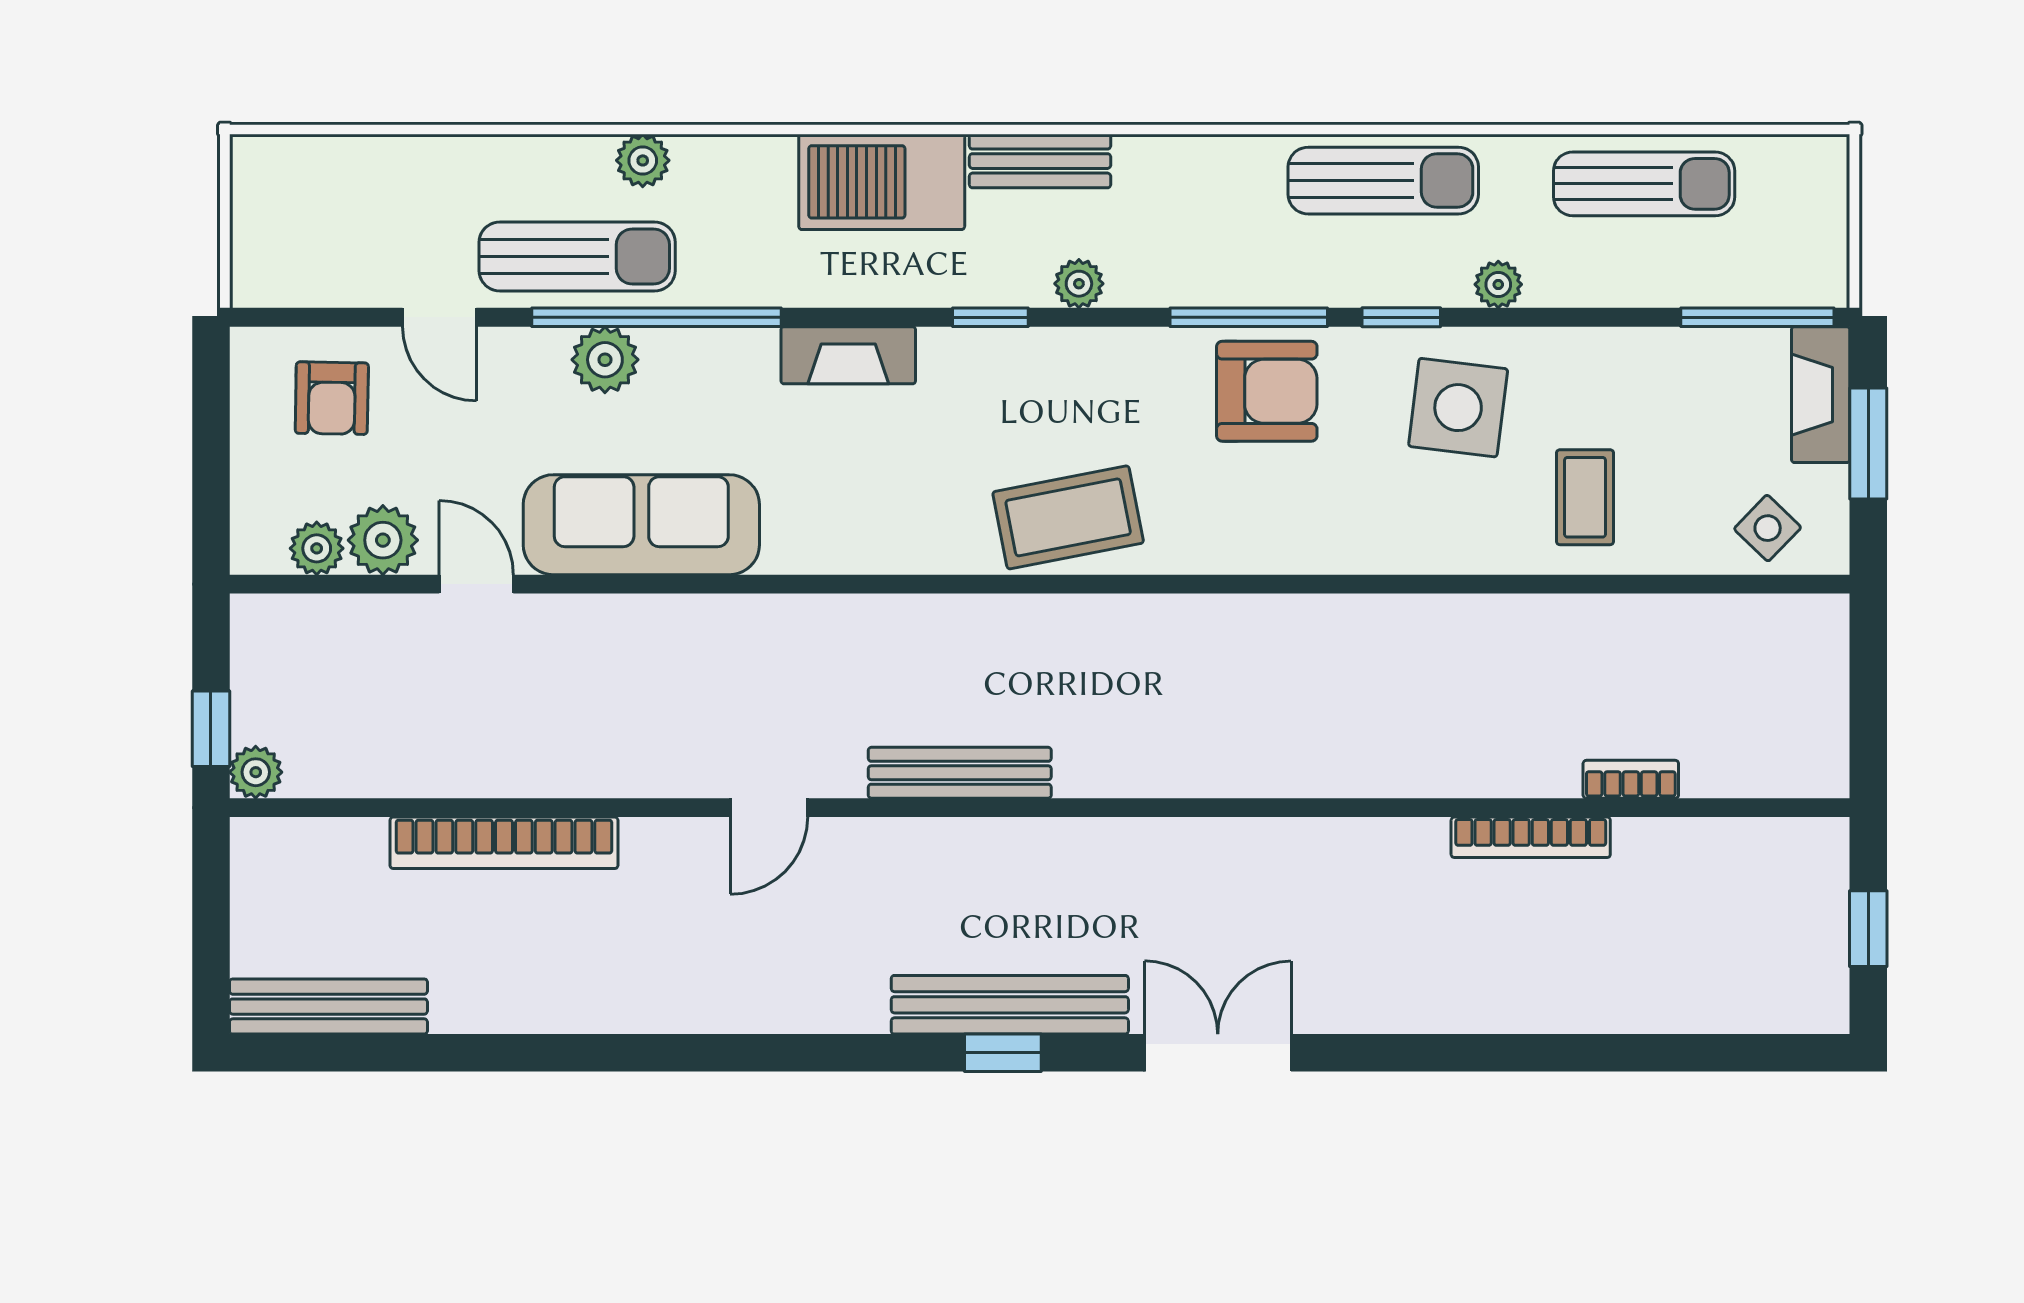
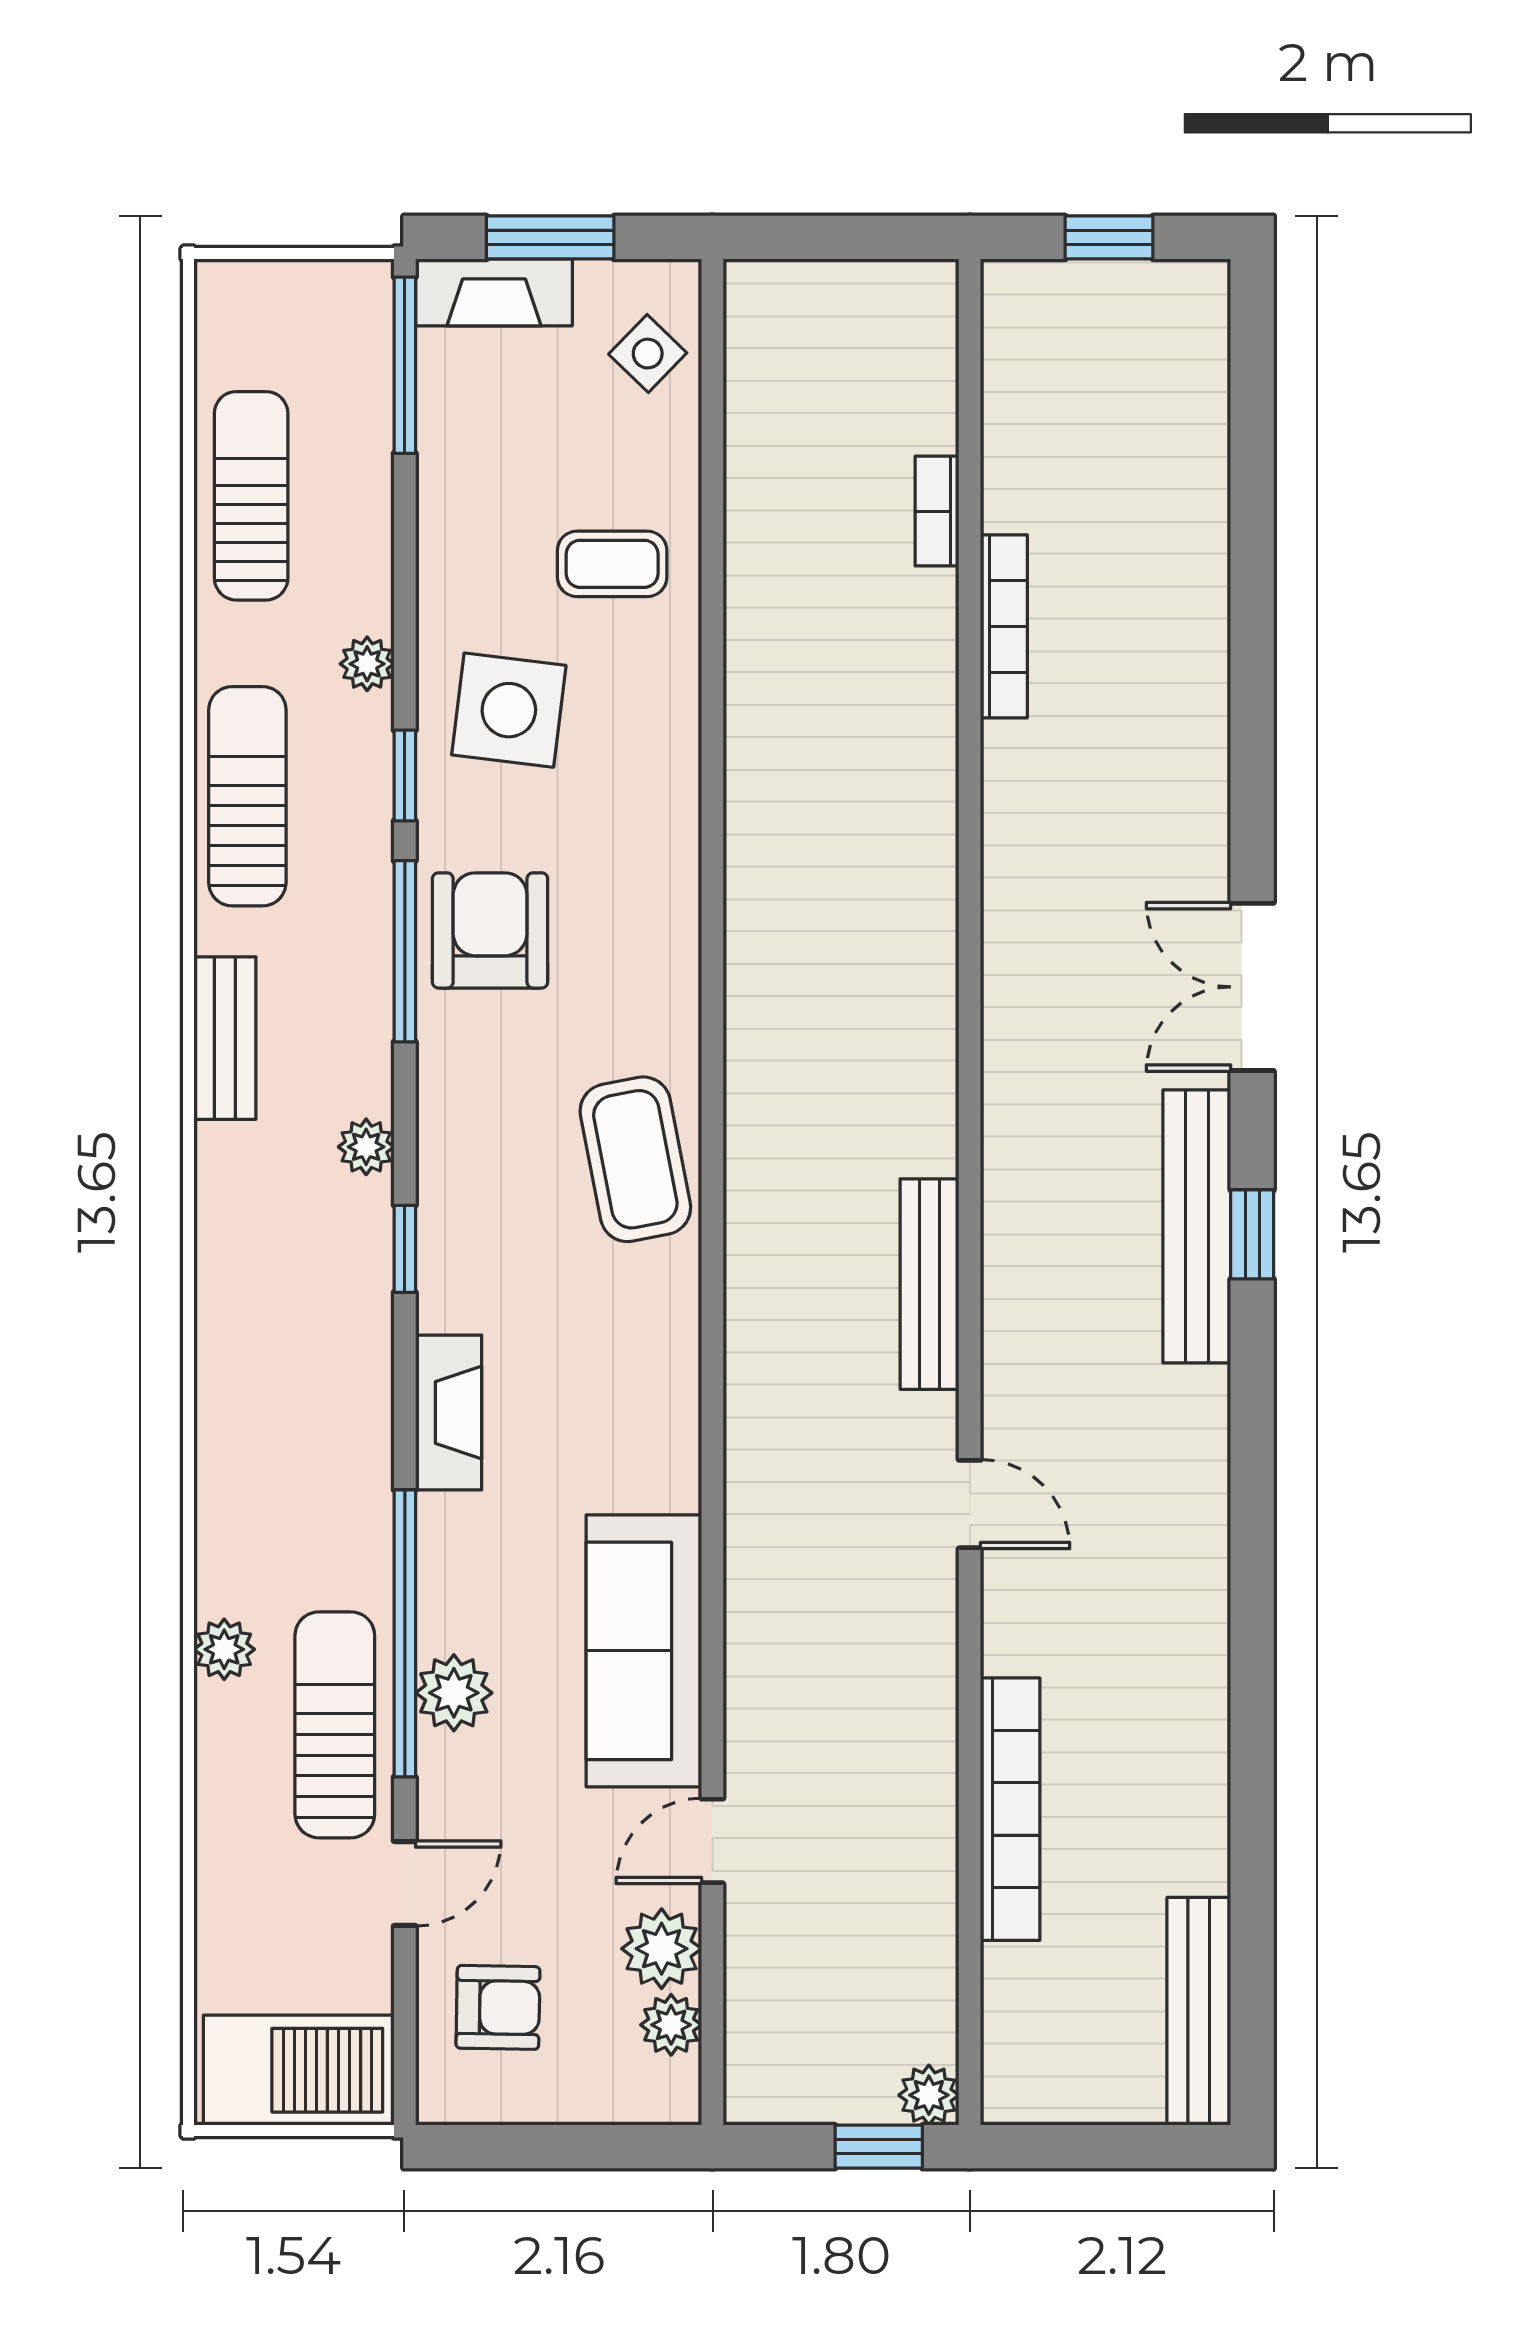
bench: (1040, 161) -> (225, 1038), moved
barbecue: (882, 182) -> (299, 2070), moved, turned -90

